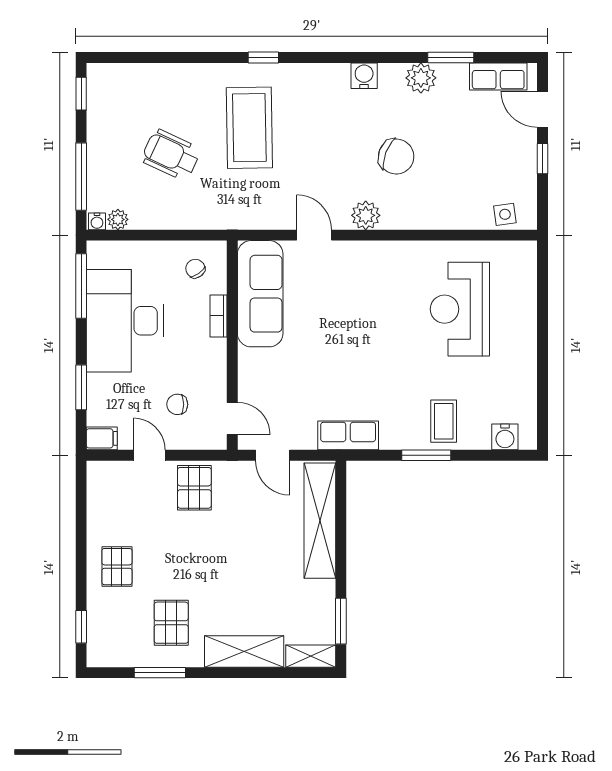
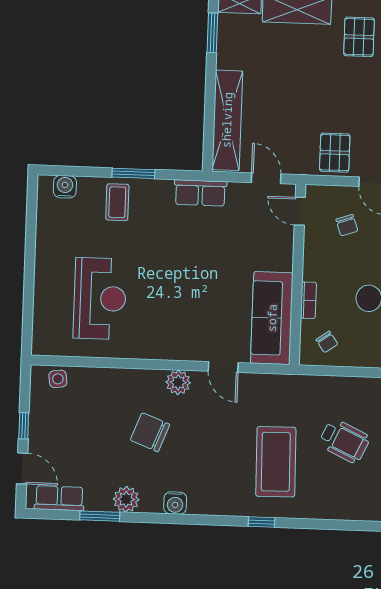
chair: (177, 404) -> (347, 225), turned 71

